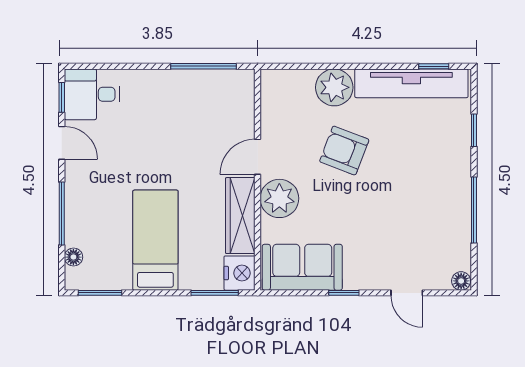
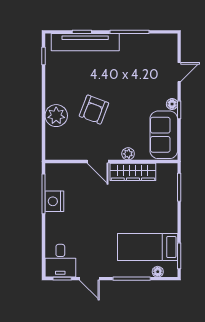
tv unit: (411, 83) -> (85, 42), moved, turned 90
door: (62, 143) -> (89, 279), swing flipped
plant: (279, 198) -> (128, 154), width x0.53, depth x0.53
bed: (155, 240) -> (148, 247), moved
nightstand: (240, 273) -> (54, 201), moved, turned -90
floor lamp: (461, 281) -> (172, 104), moved

